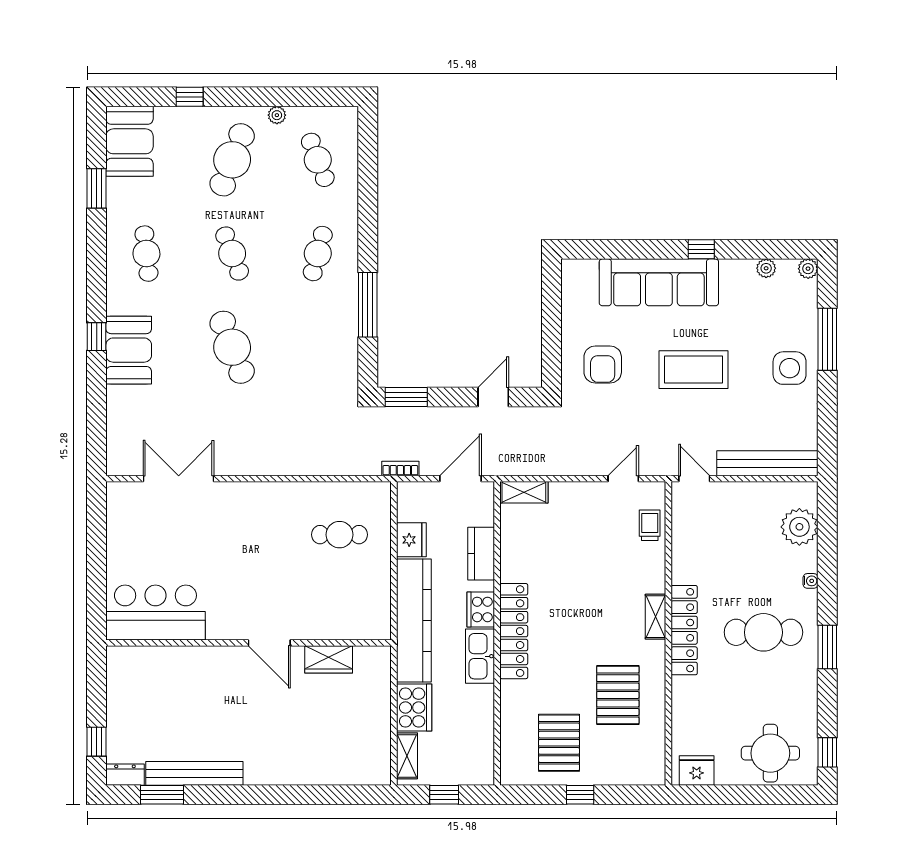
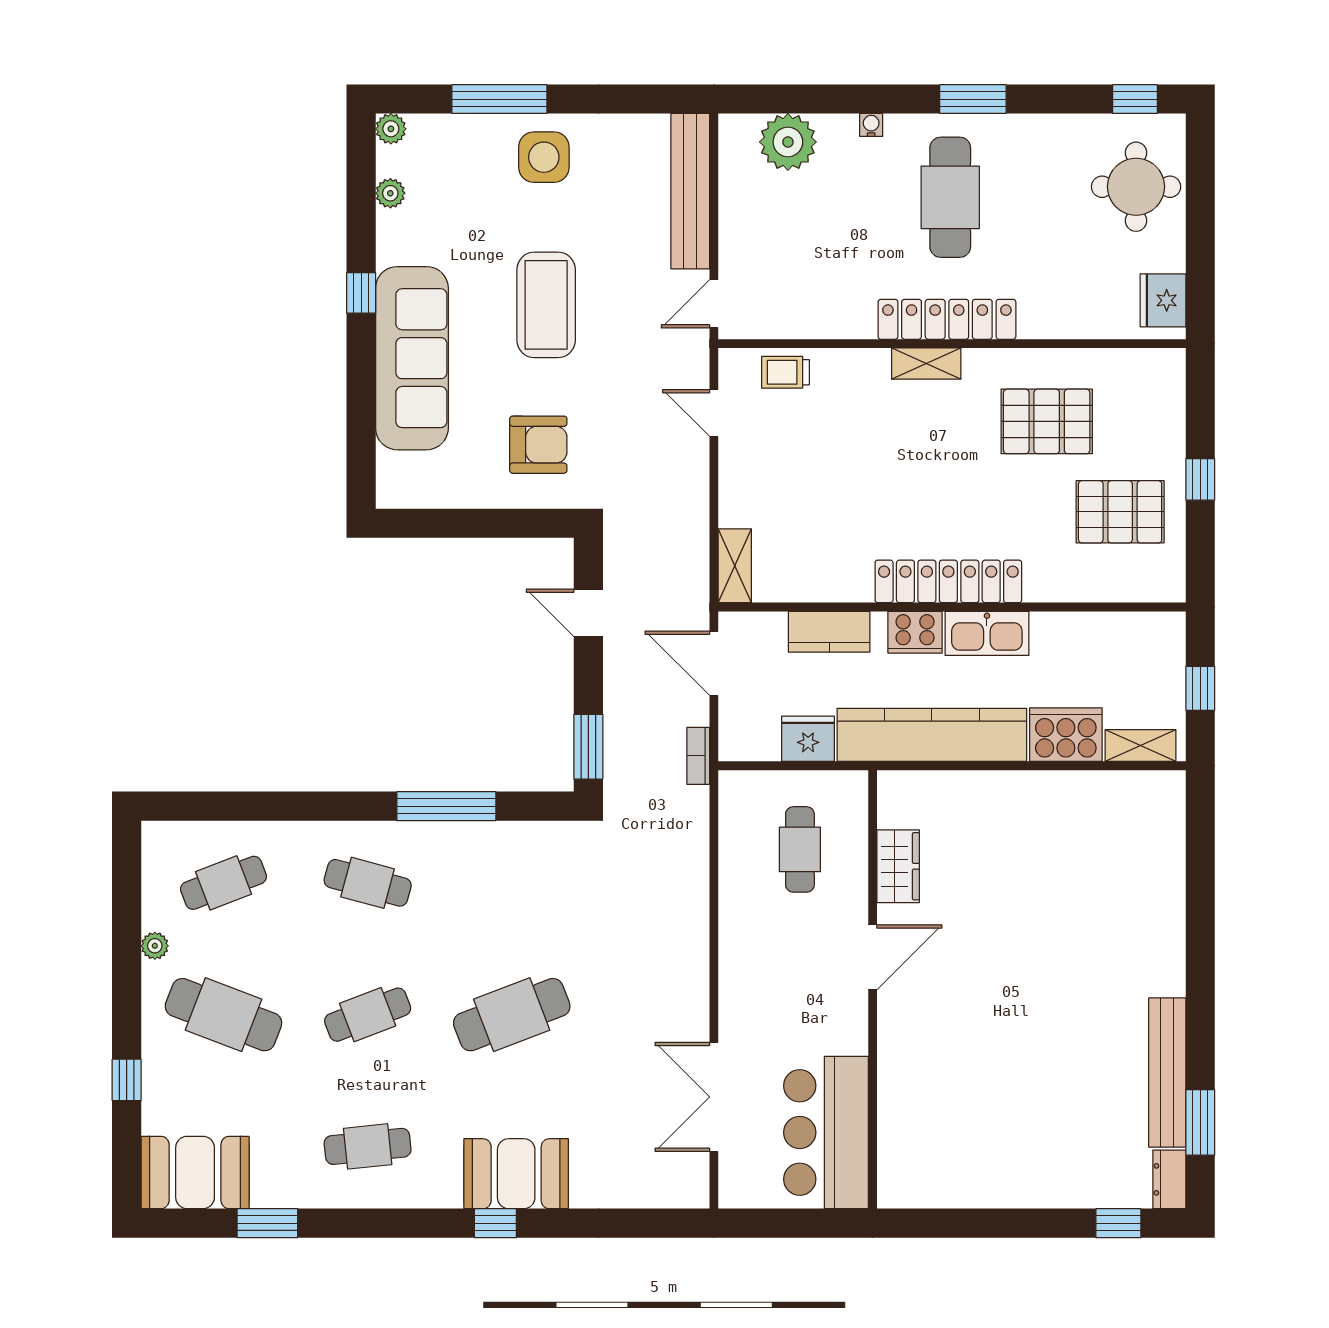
bar counter: (155, 613) -> (826, 1132), moved
wall: (249, 643) -> (873, 989), moved
door: (269, 643) -> (873, 957), moved
wardrobe: (329, 659) -> (898, 866), moved

